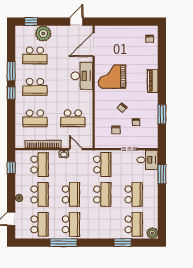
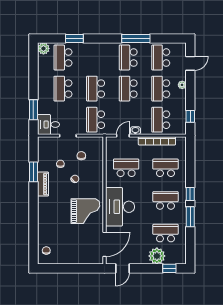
desk: (82, 76) -> (120, 207), width x1.36, depth x1.30
piano: (153, 81) -> (43, 184), moved
door: (76, 149) -> (123, 136), swing flipped

